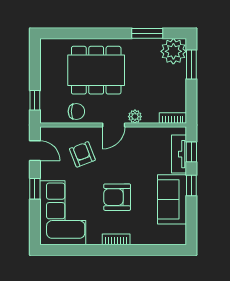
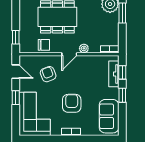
armchair: (117, 197) -> (72, 103), turned 90
sofa: (172, 199) -> (109, 116), moved

